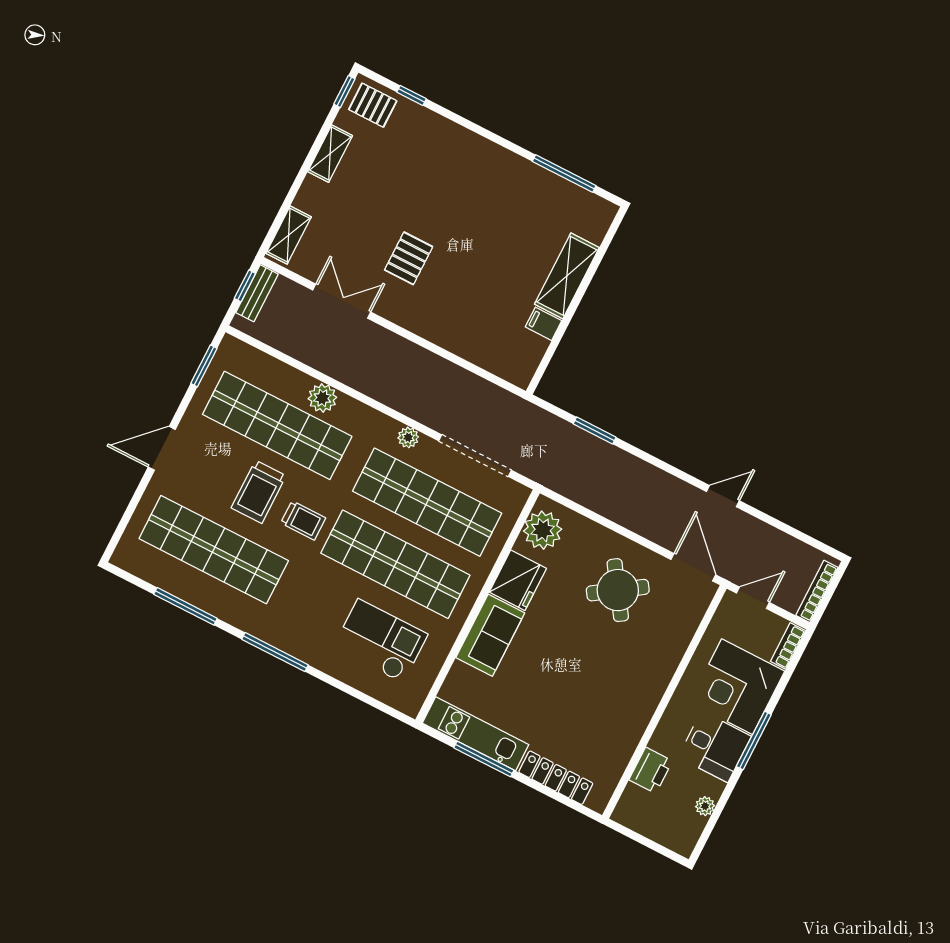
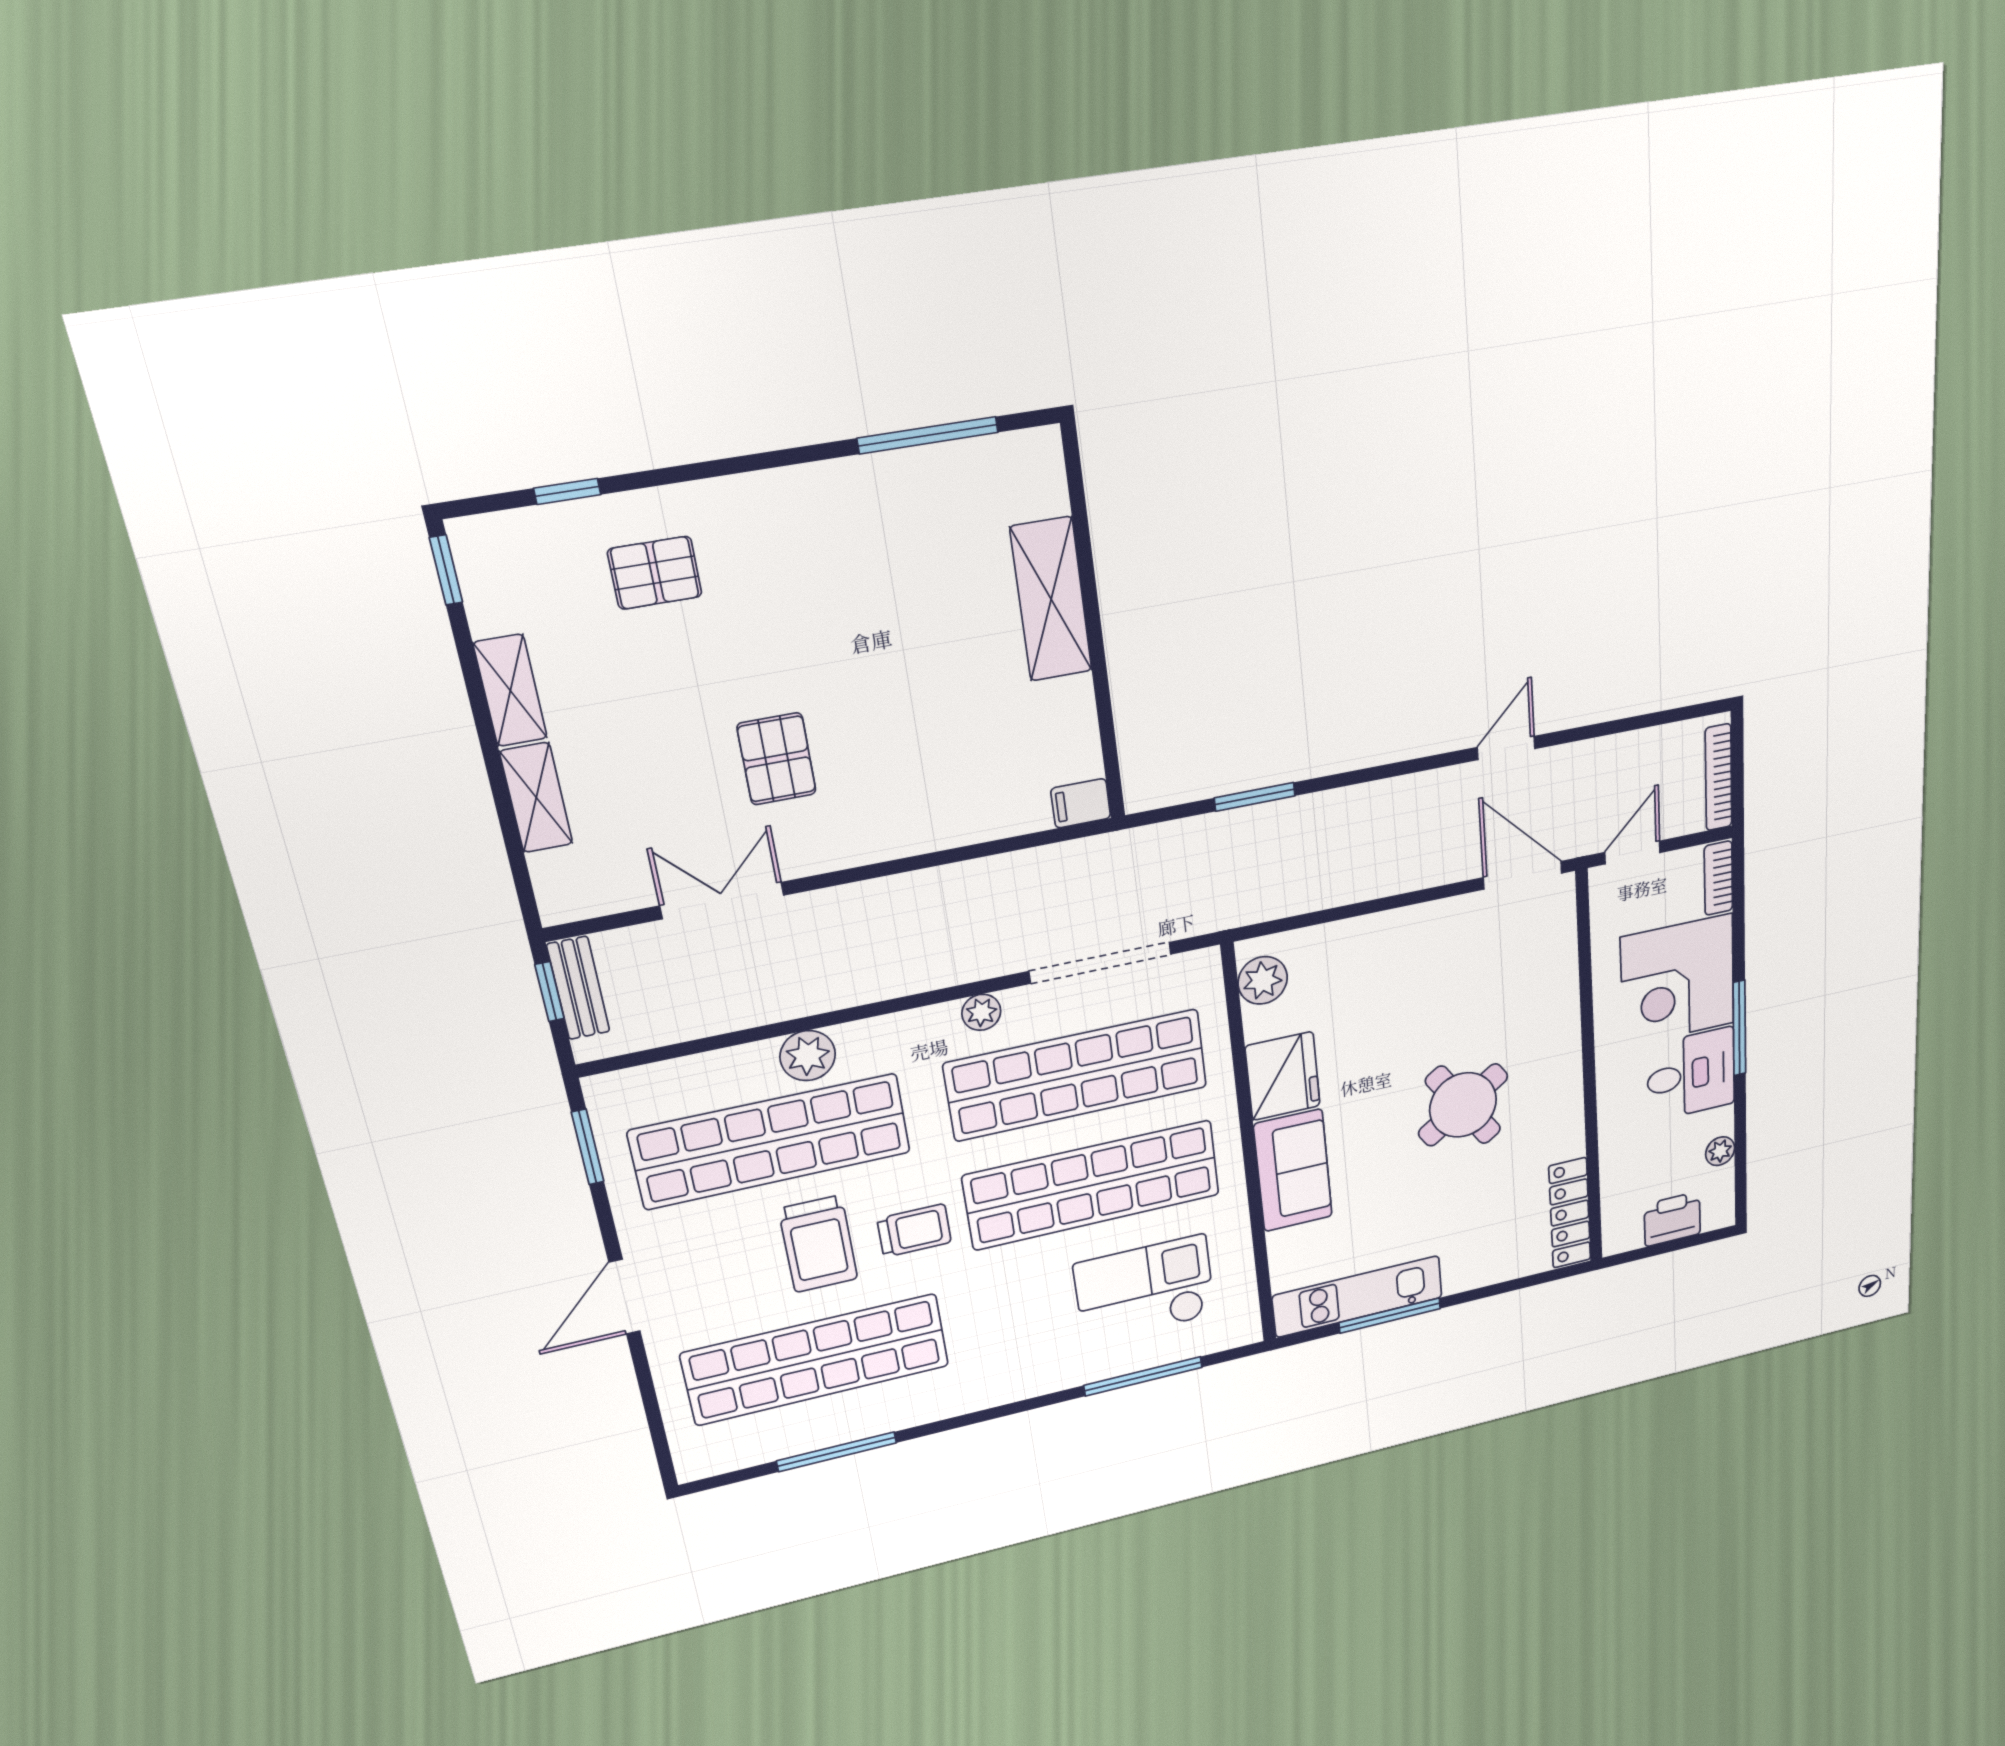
pallet: (373, 105) -> (655, 573), moved
shelving: (289, 235) -> (536, 798), moved
filing cabinet: (544, 324) -> (1081, 803), moved
plant: (543, 530) -> (1263, 980), width x0.73, depth x0.73
round table: (618, 590) -> (1463, 1105), moved
window: (275, 652) -> (1143, 1376), moved
printer: (651, 770) -> (1672, 1219), moved, turned -90
locker: (556, 778) -> (1570, 1213), moved, turned -90

